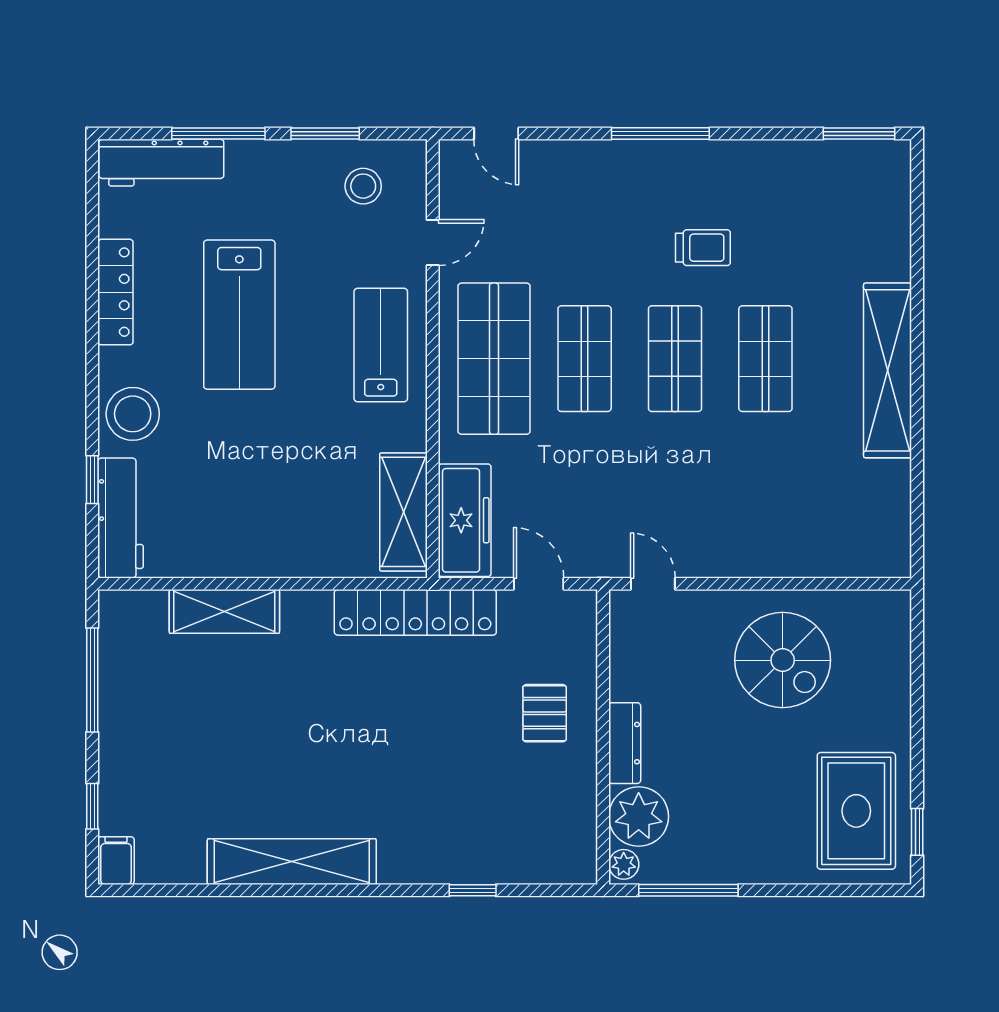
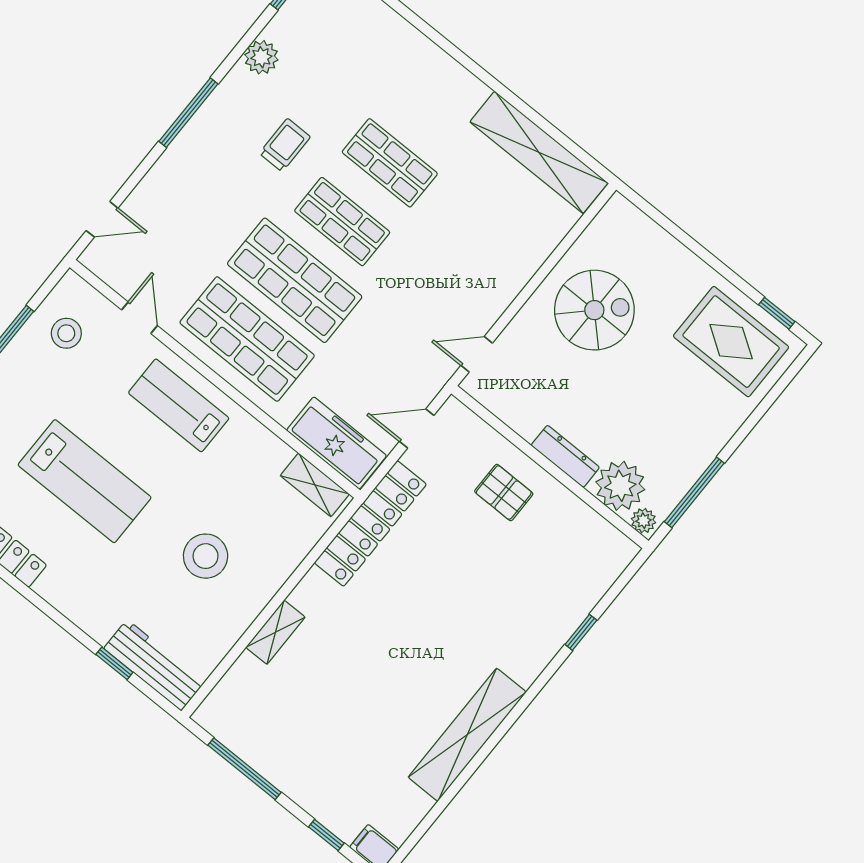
plant: (767, 160) -> (261, 57), added
shop shelf: (585, 359) -> (295, 280), width x1.43, depth x1.36
shelving: (888, 370) -> (539, 152), moved
stool: (133, 414) -> (206, 556), moved
shelving: (403, 512) -> (315, 485), width x0.67, depth x0.75
shelving: (224, 611) -> (275, 632), width x0.67, depth x0.75

